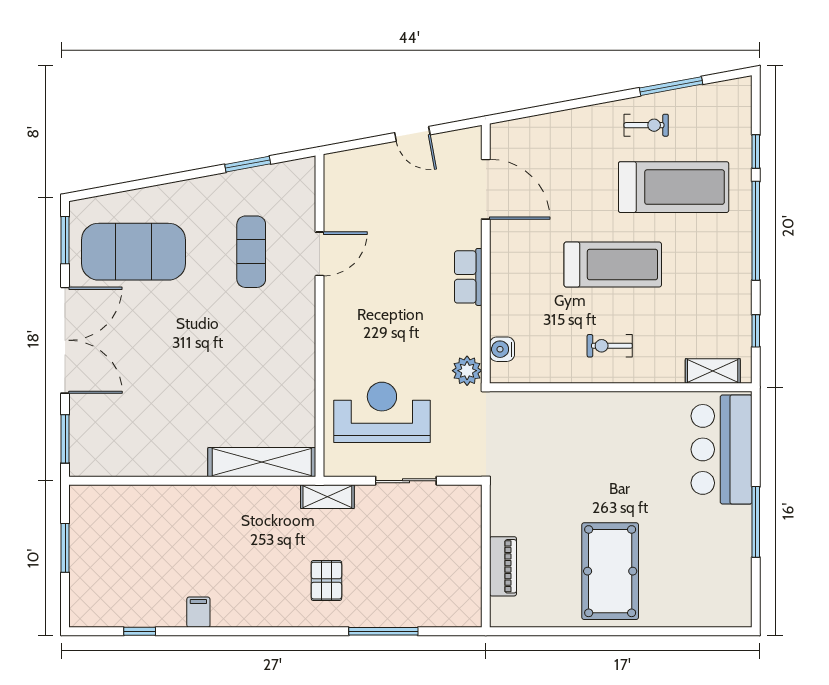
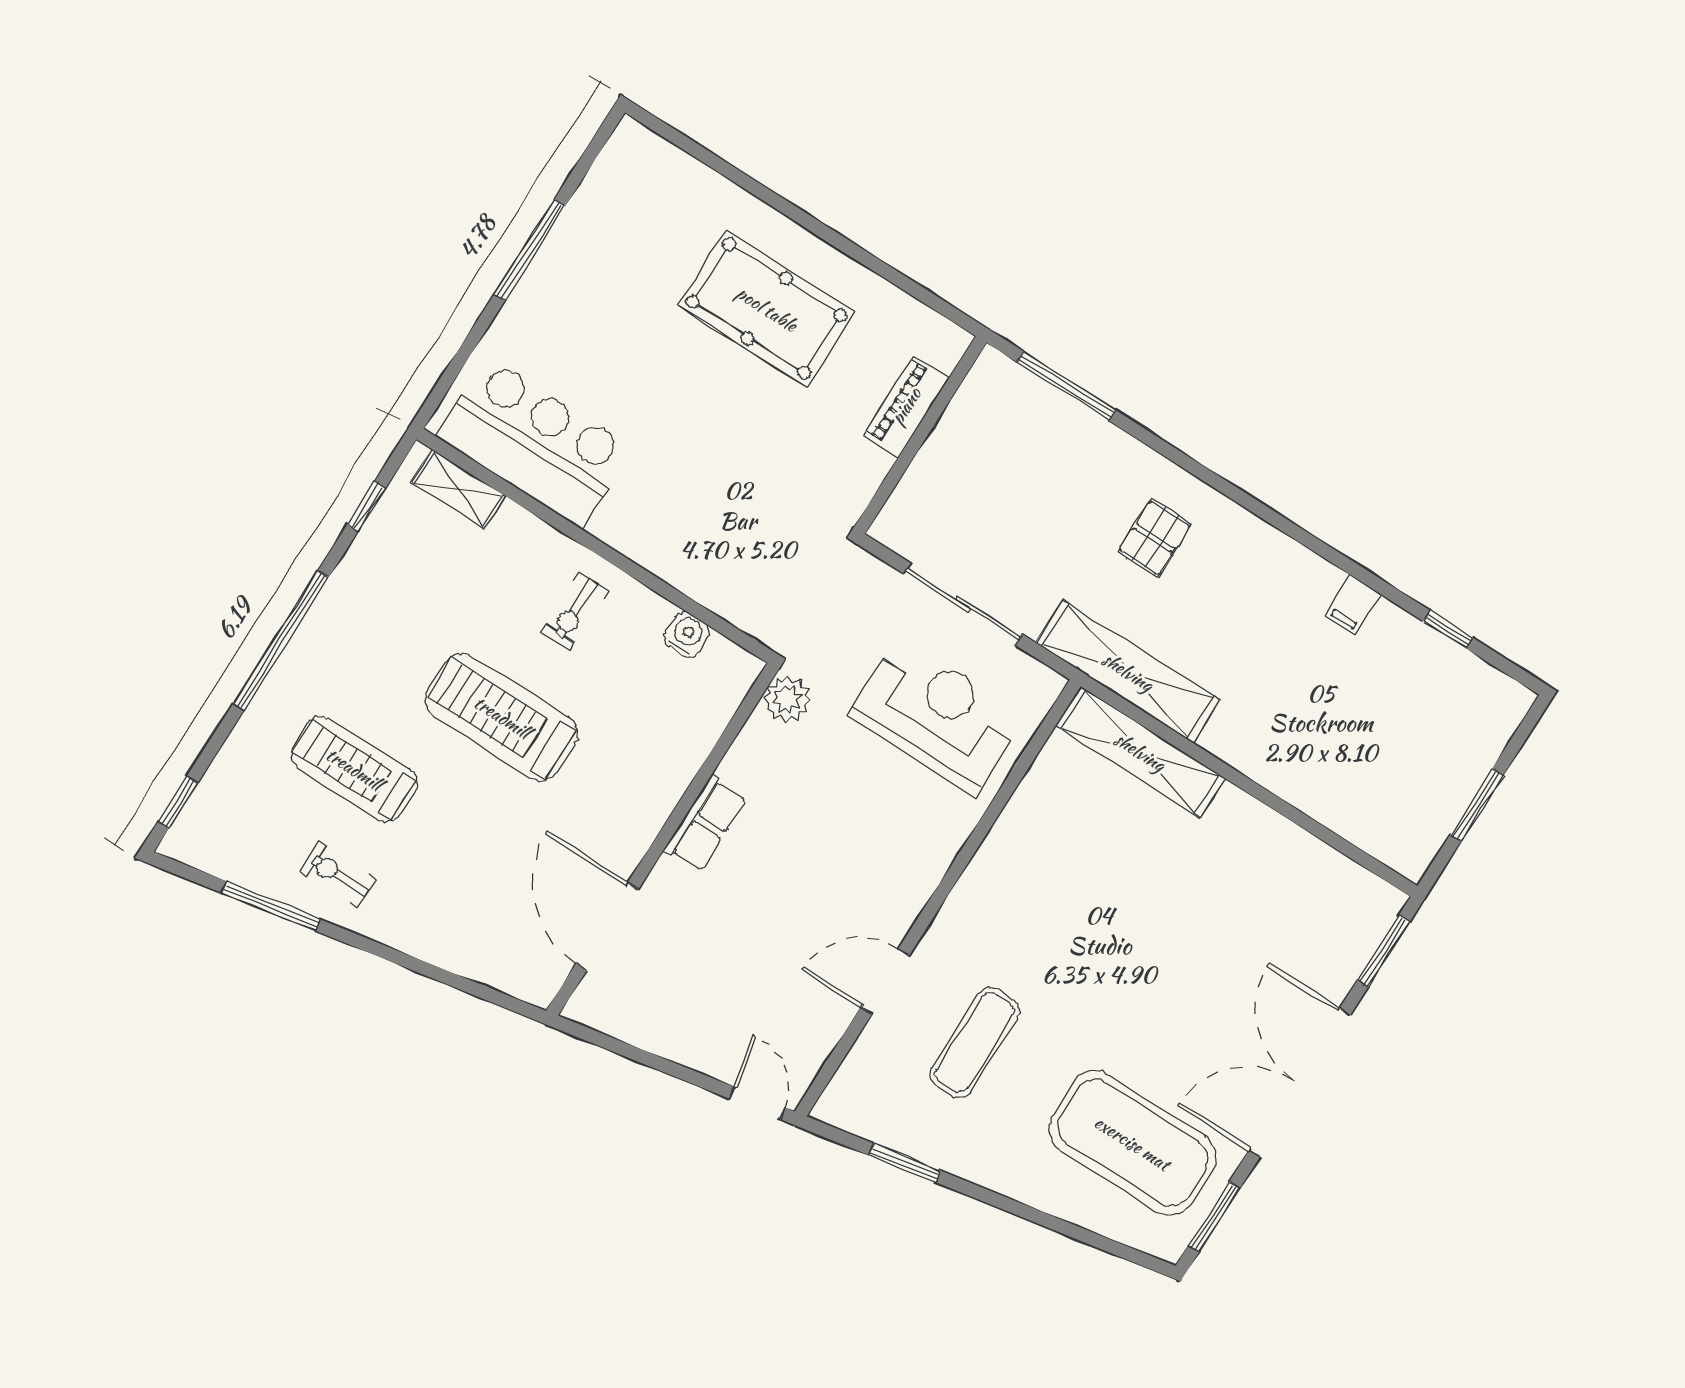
door: (412, 134) -> (757, 1103), moved
window: (756, 152) -> (178, 802), moved
treadmill: (674, 187) -> (354, 769), width x0.73, depth x0.73
exercise bike: (610, 346) -> (575, 611), turned 90
water cooler: (502, 349) -> (687, 635), moved, turned -90
reception desk: (382, 412) -> (937, 716), turned 180
bar counter: (722, 449) -> (534, 442), moved, turned -90
sliding door: (406, 481) -> (963, 604), width x1.37
shelving: (327, 497) -> (1128, 672), width x2.20, depth x1.33
pool table: (610, 571) -> (767, 309), turned 90
window: (383, 631) -> (1066, 386), moved

